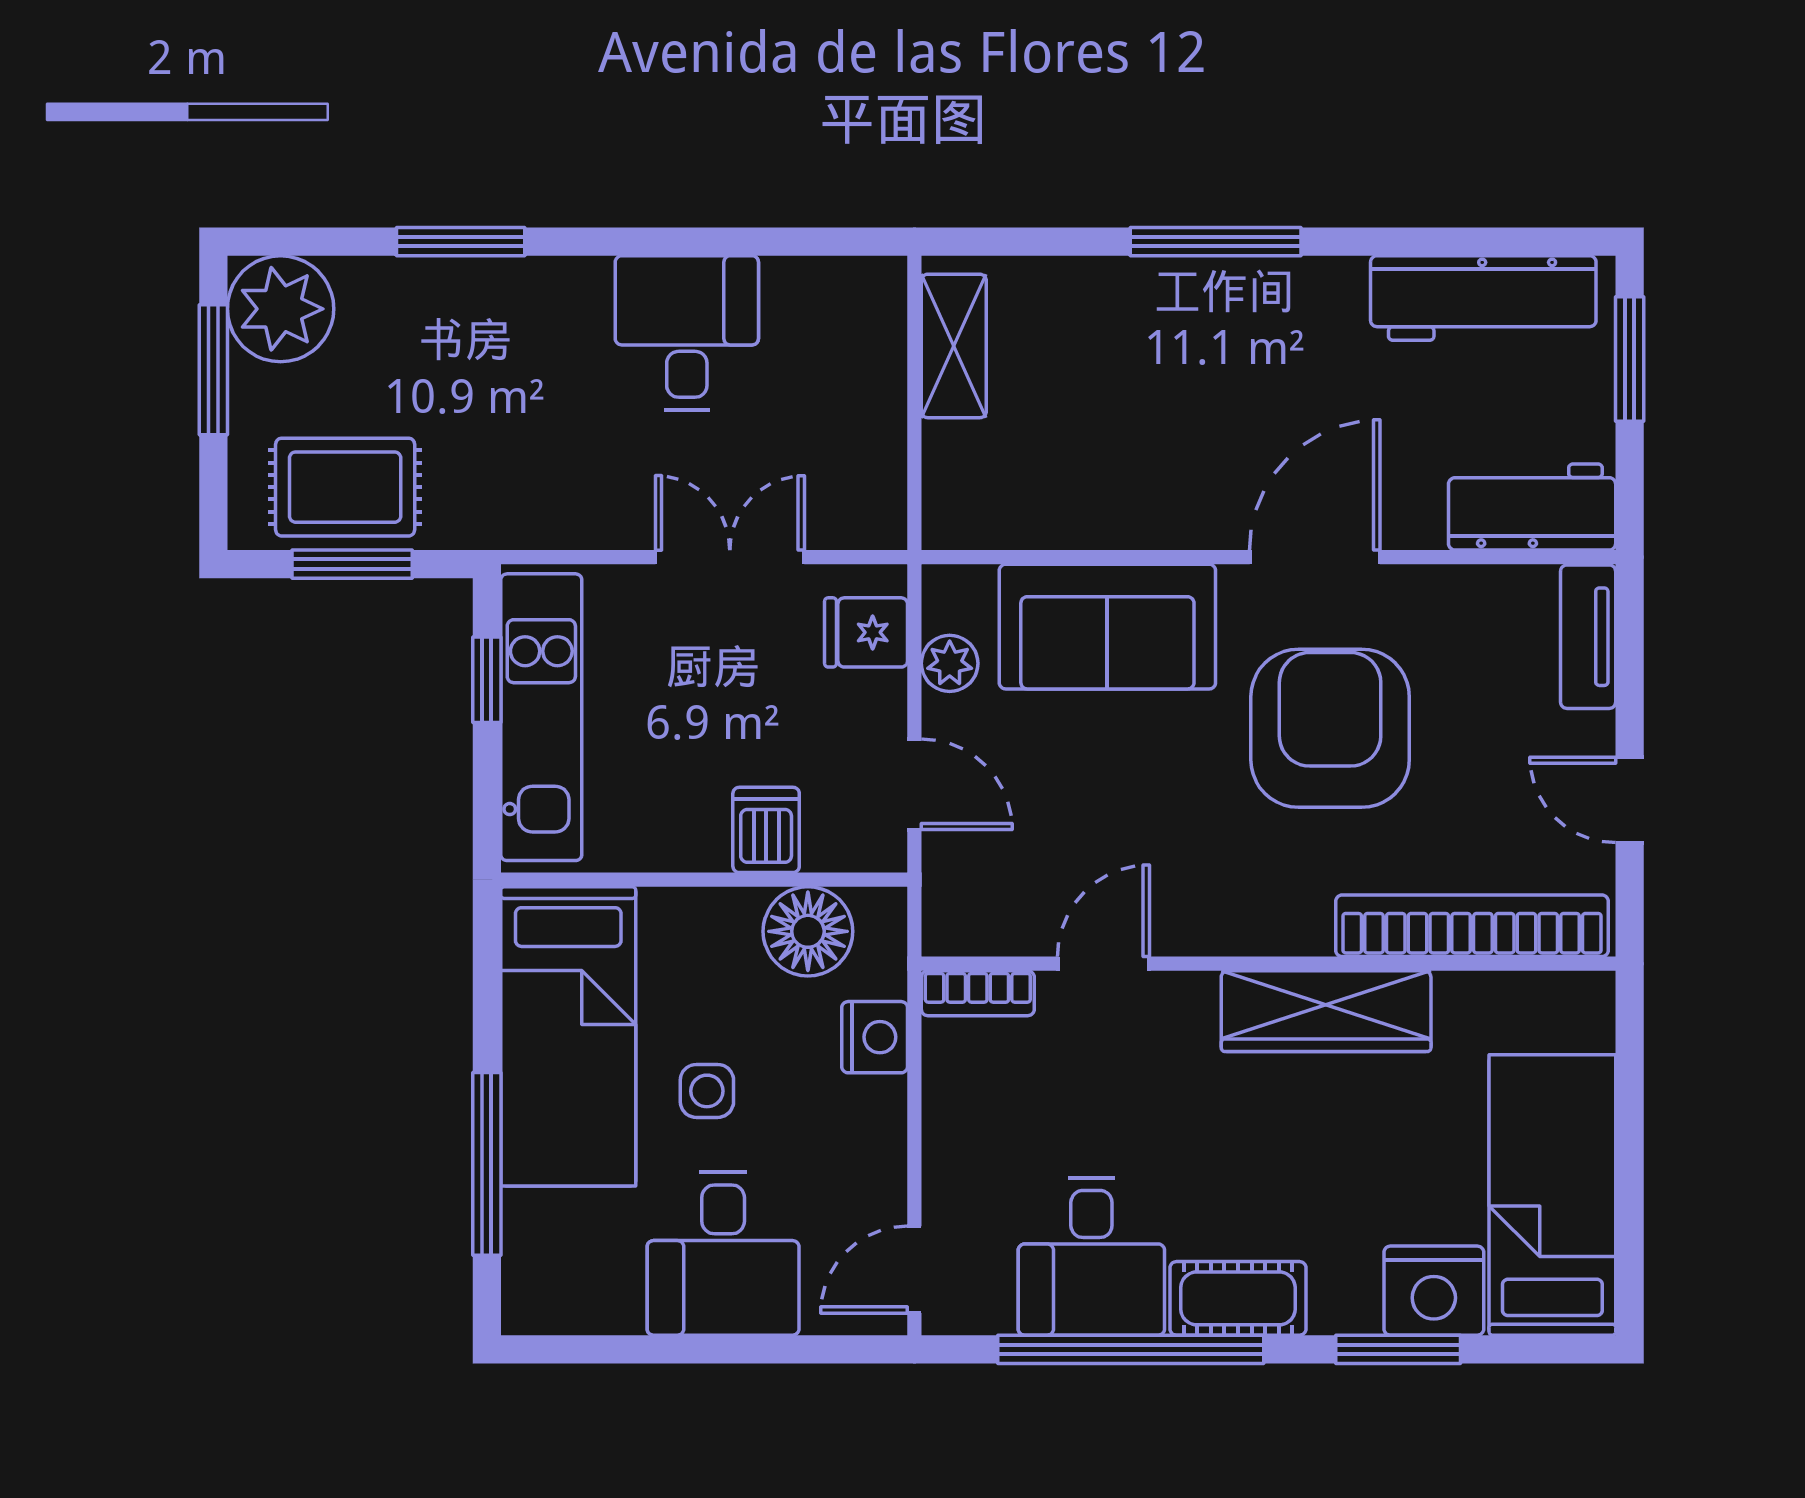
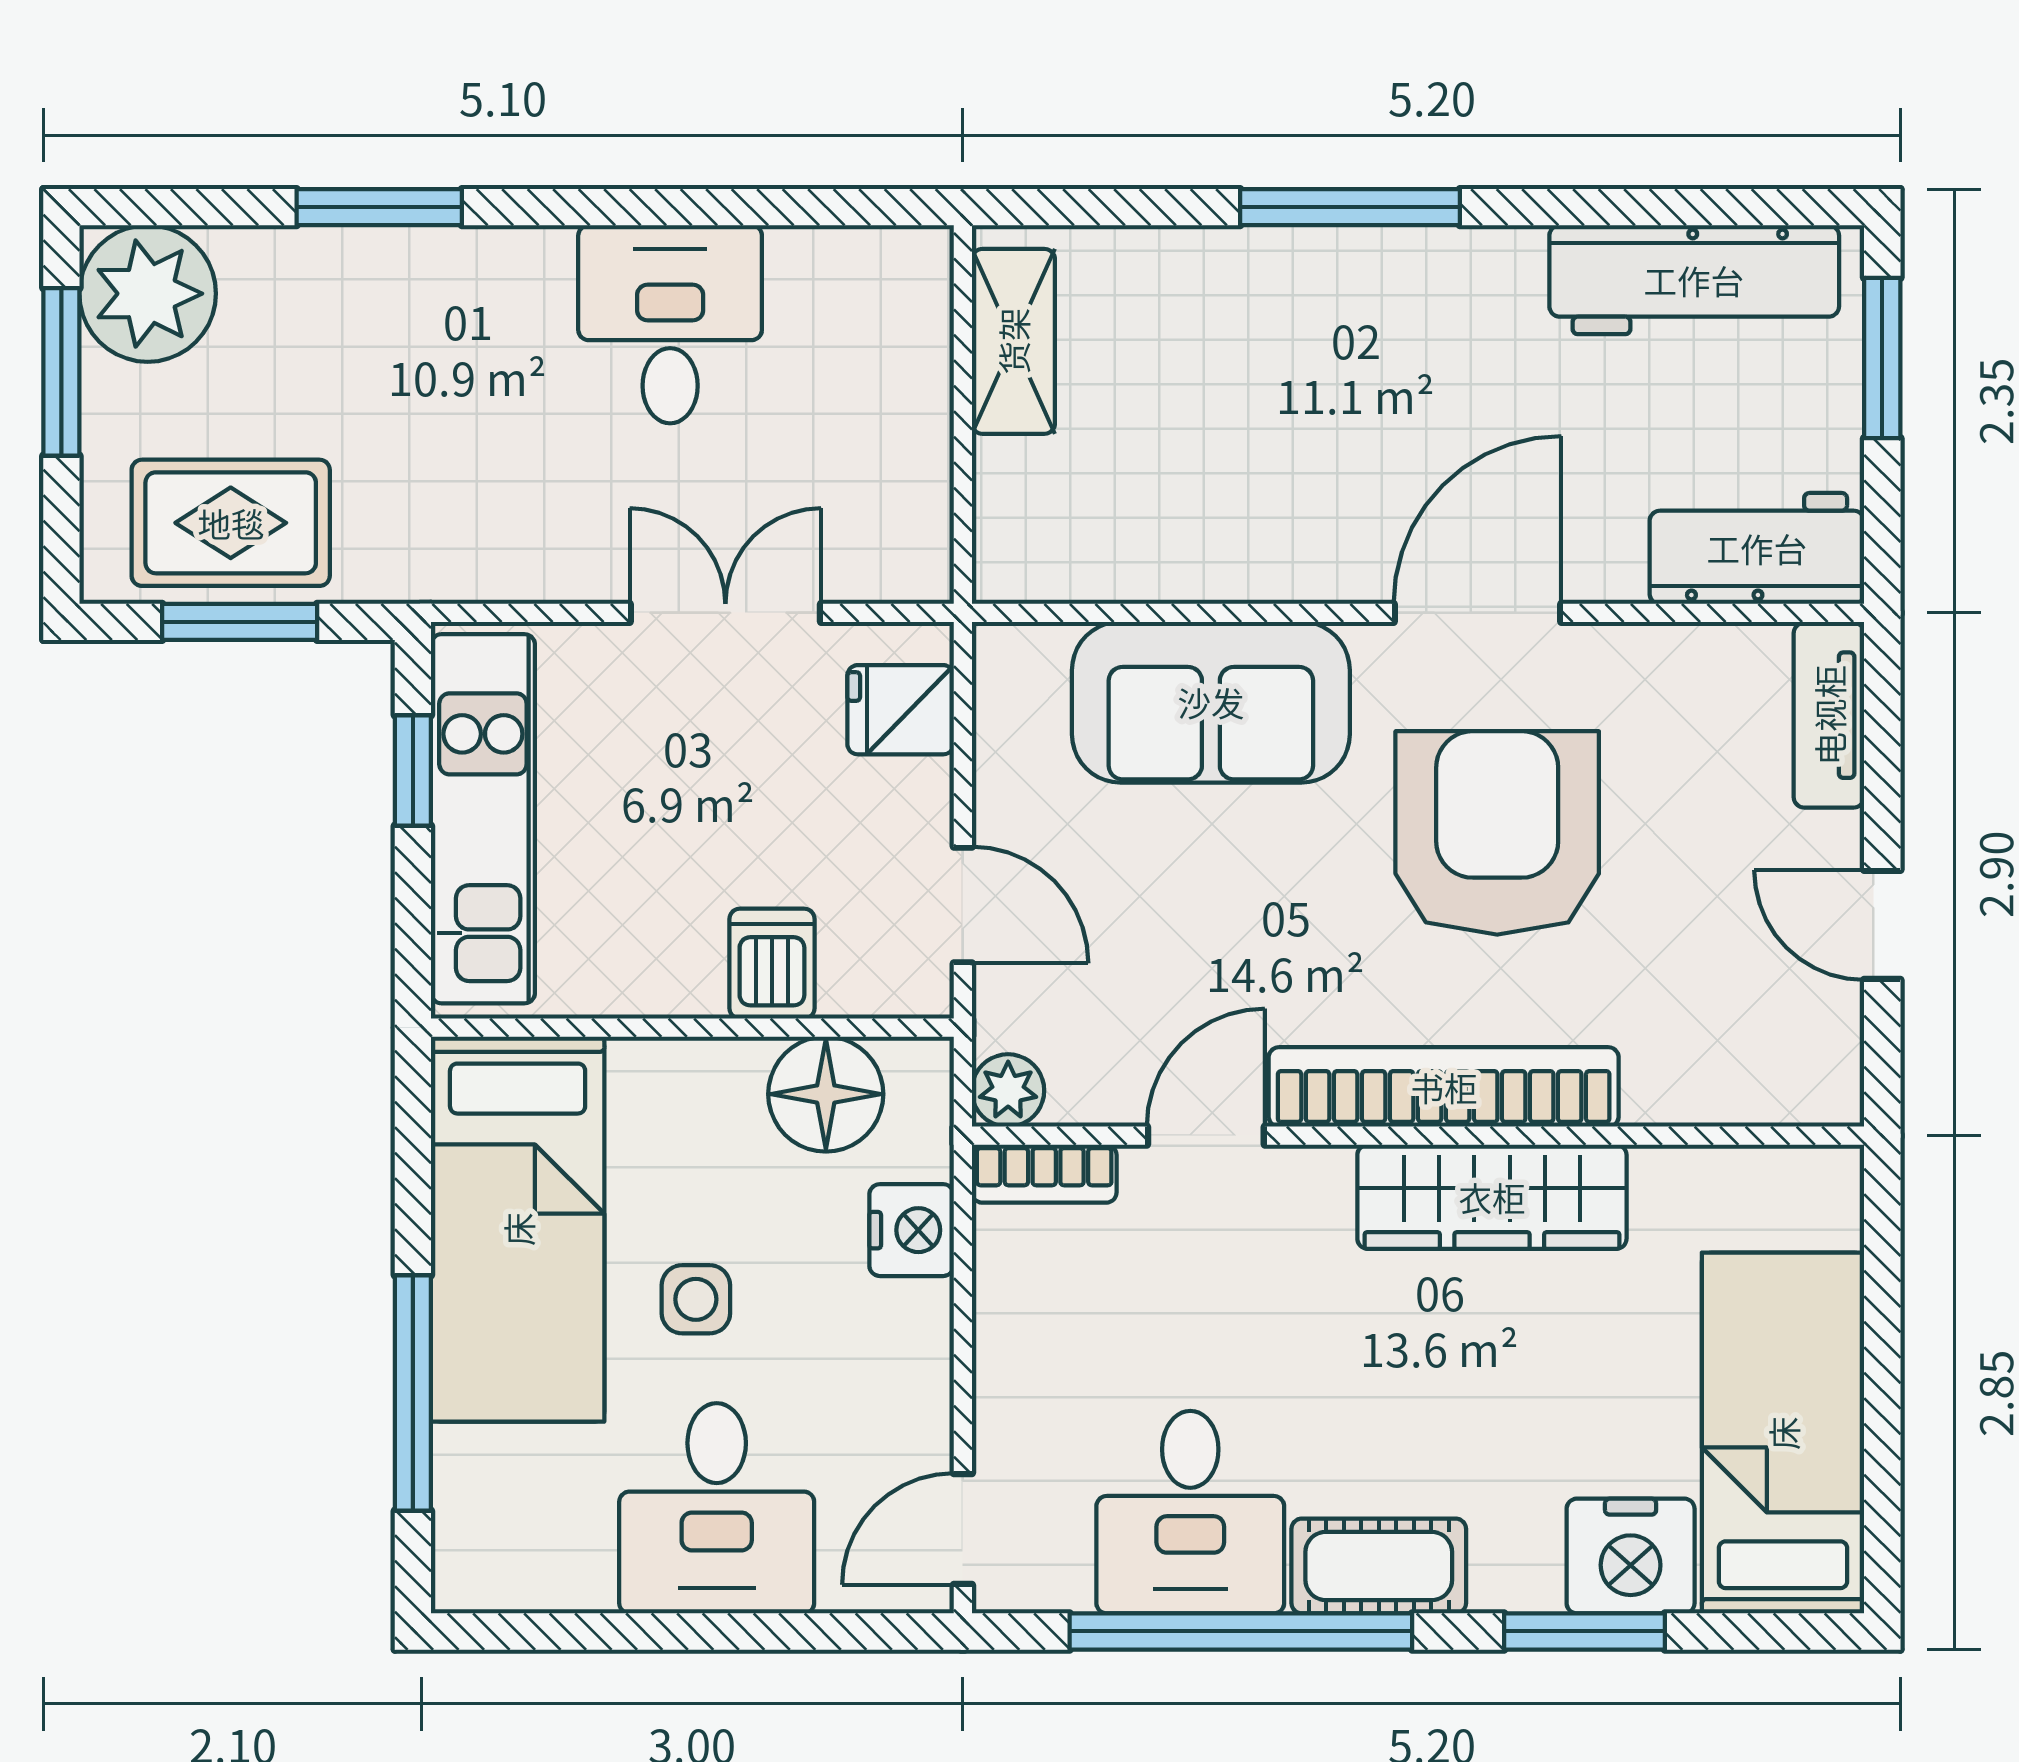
plant: (950, 663) -> (1008, 1090), moved
bookcase: (1472, 926) -> (1444, 1087), moved

